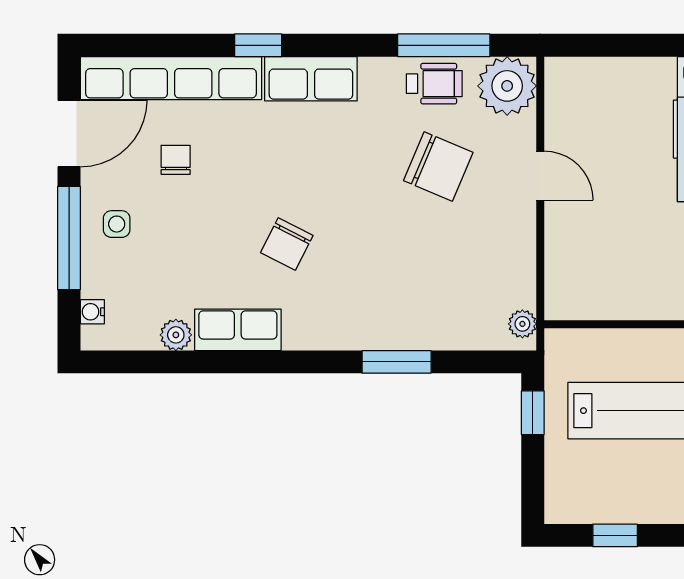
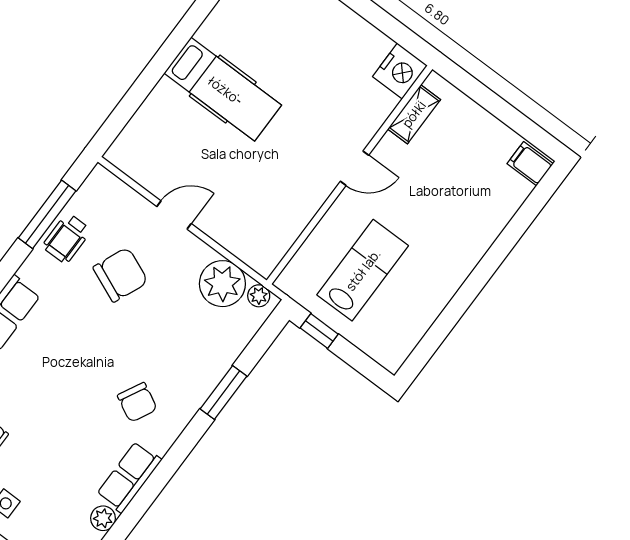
wheelchair: (434, 84) -> (67, 238), turned 180
plant: (507, 86) -> (222, 284), moved
chair: (287, 244) -> (137, 402), moved
window: (615, 535) -> (435, 337), removed

